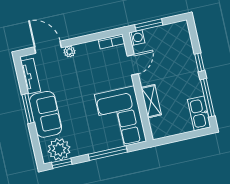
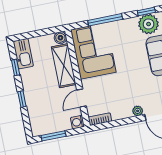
window: (149, 25) -> (53, 136), moved
window: (207, 98) -> (16, 67), width x0.46
shelving: (151, 101) -> (64, 66), width x1.50, depth x1.33
boiler: (158, 132) -> (60, 38), added

